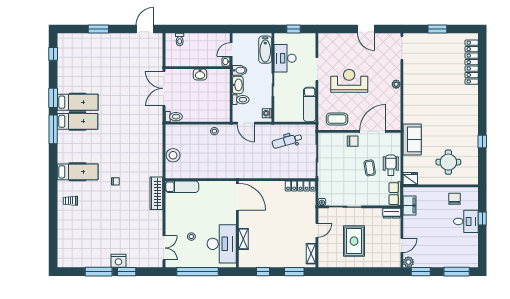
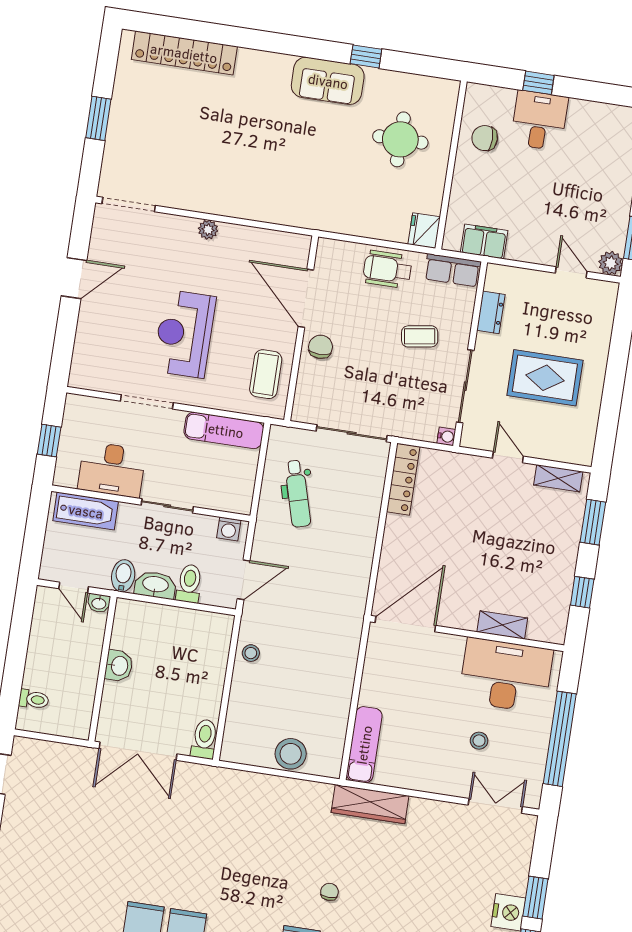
sofa: (412, 139) -> (328, 81), moved, turned 180
coffee table: (370, 168) -> (420, 336), moved
dresser: (392, 213) -> (491, 312), moved

